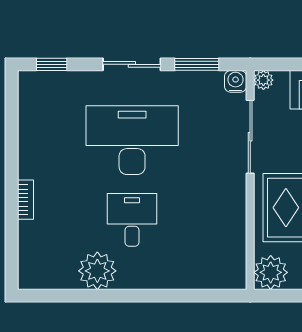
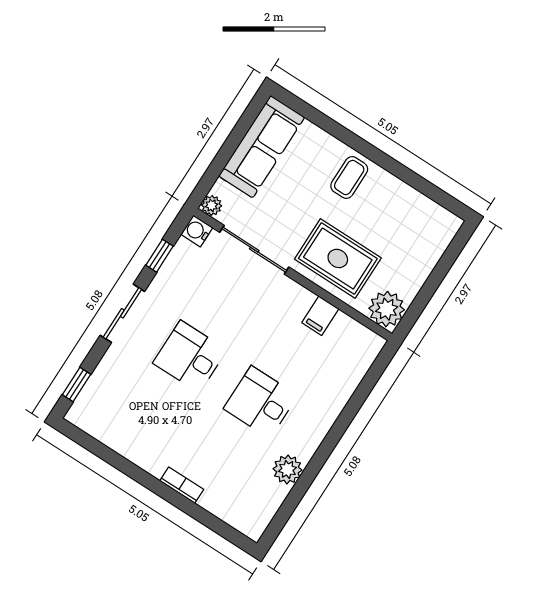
window: (197, 64) -> (160, 256), width x0.67
desk: (132, 140) -> (190, 356), width x0.53, depth x0.77
filing cabinet: (231, 223) -> (320, 316), added
plant: (97, 271) -> (287, 469), width x0.73, depth x0.73

